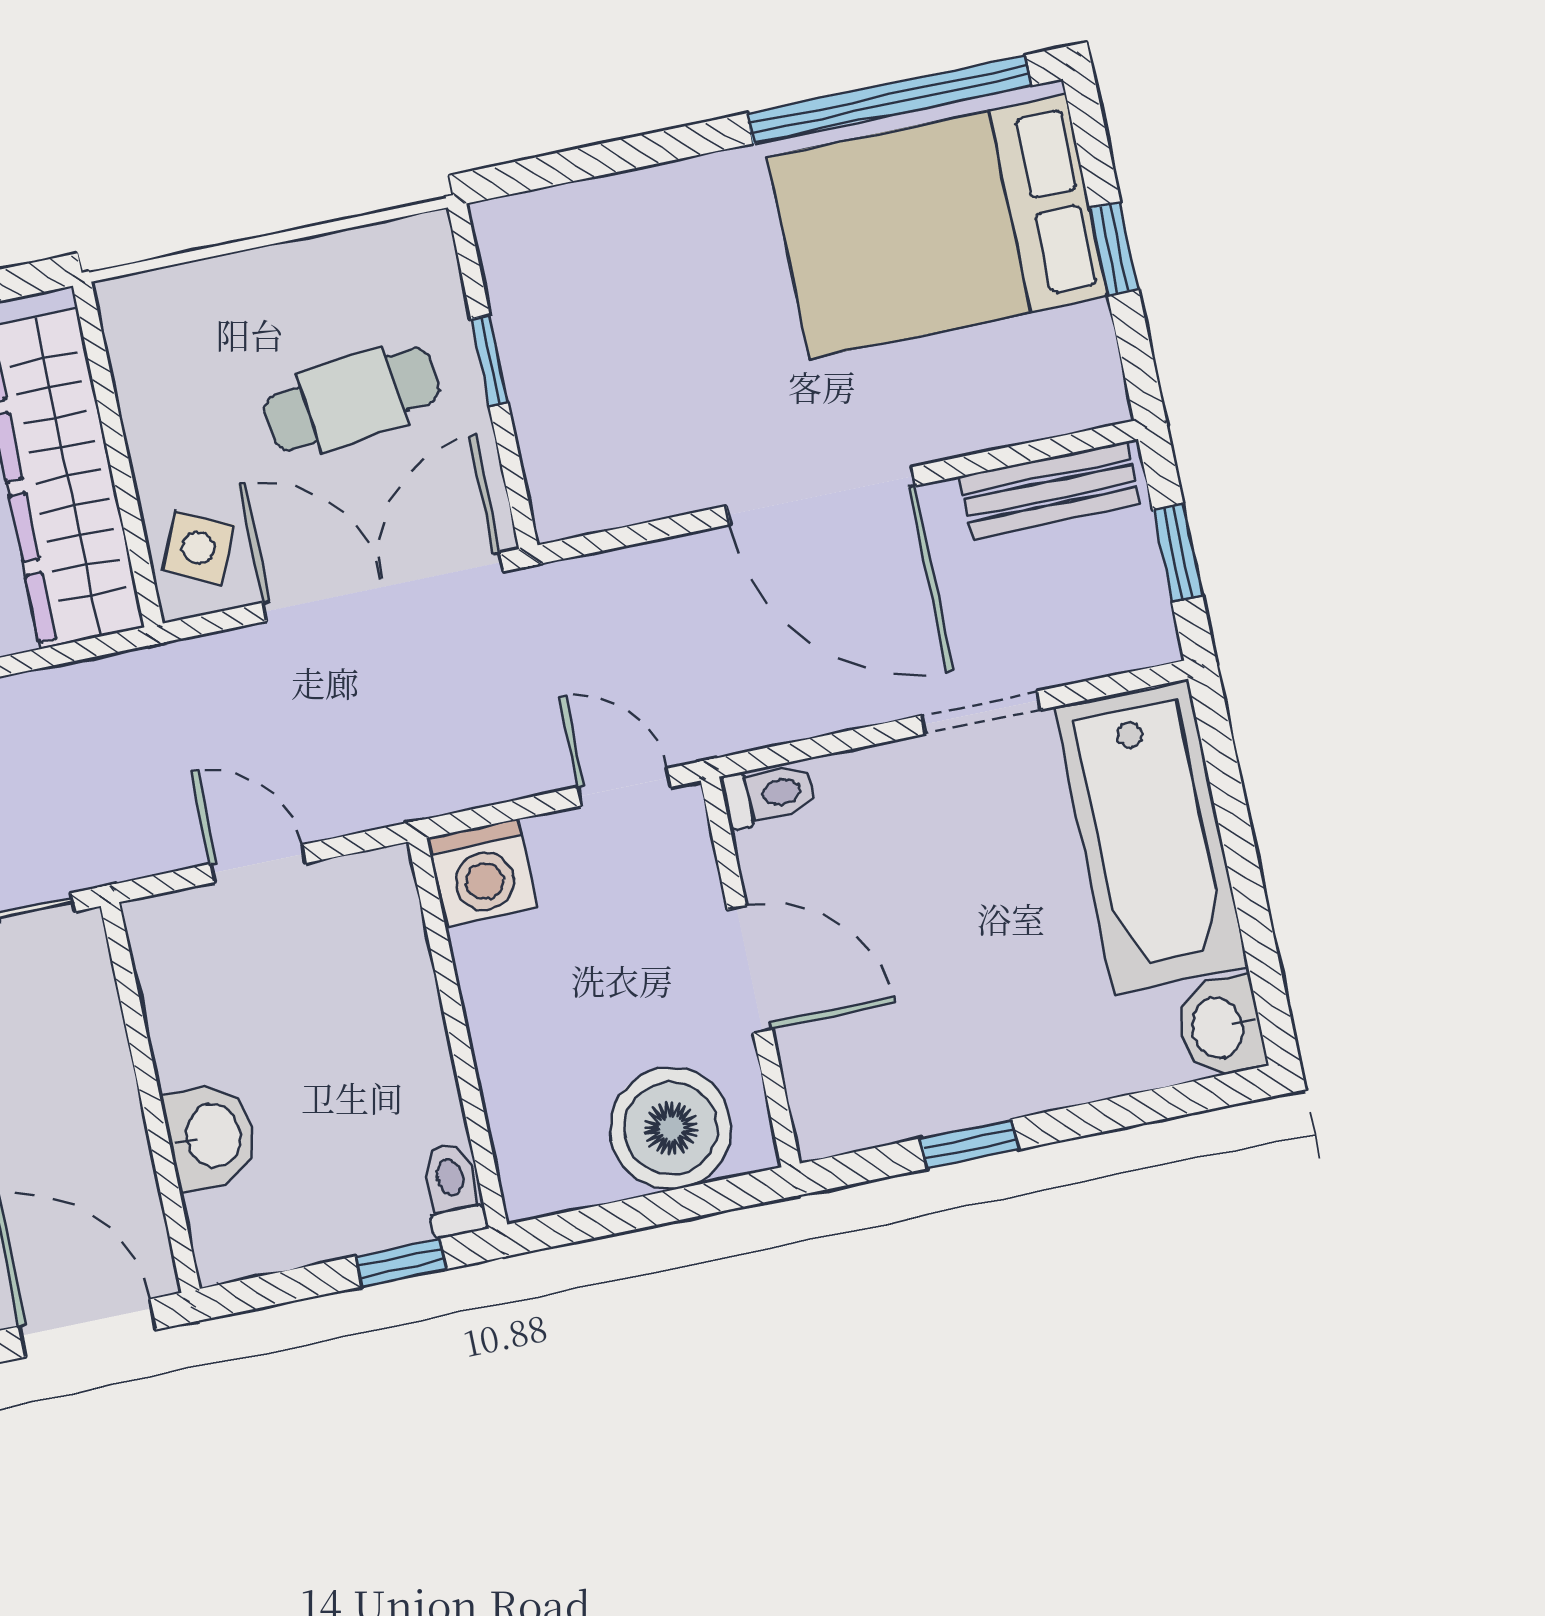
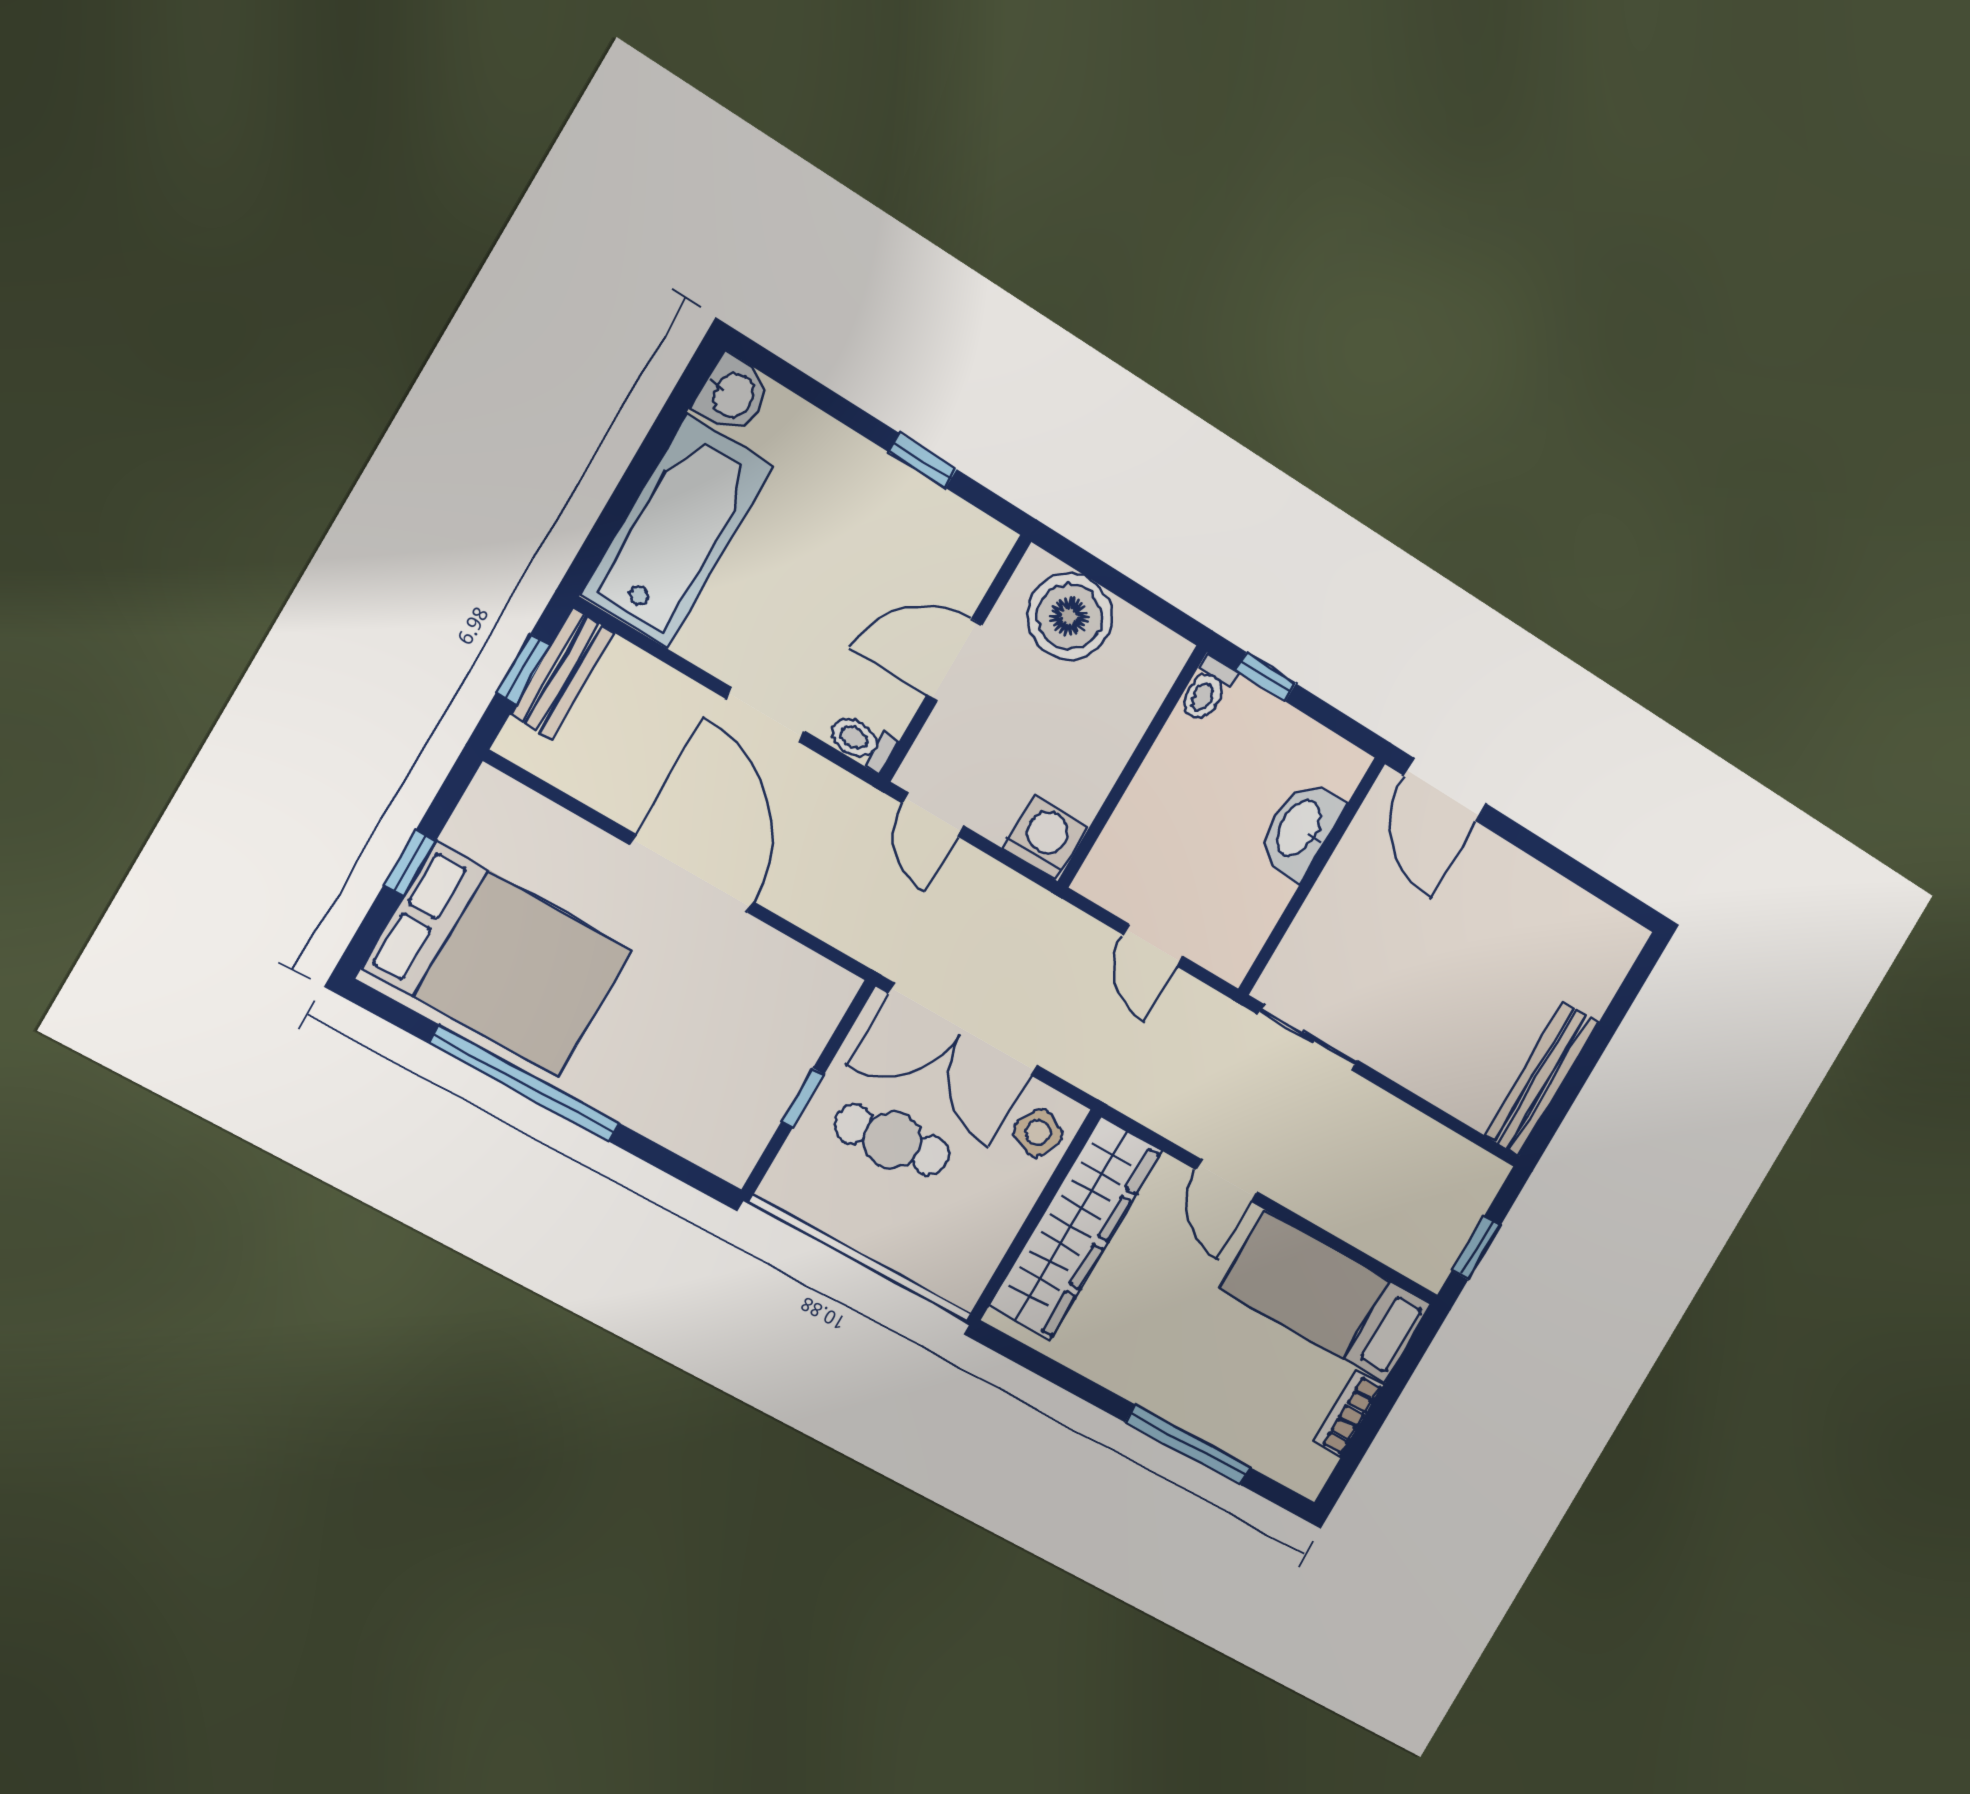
window: (889, 99) -> (525, 1084), moved
bench: (1050, 490) -> (562, 674), moved, turned 90
doorway: (981, 713) -> (765, 715), moved
door: (750, 969) -> (954, 660), hinge flipped
washbasin: (211, 1136) -> (1300, 829), width x1.38

